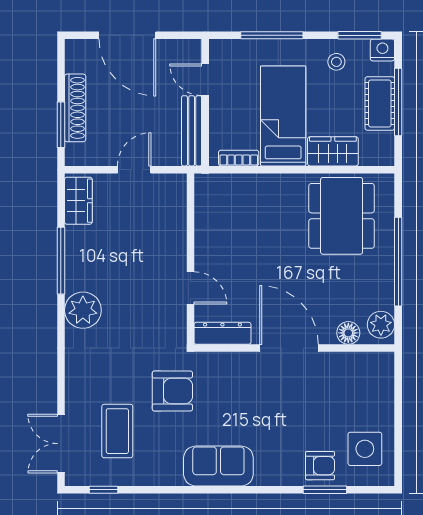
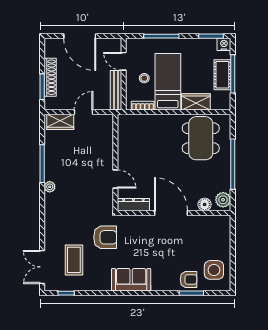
stool: (336, 62) -> (144, 78), moved
wardrobe: (78, 201) -> (60, 122), moved, turned 90
plant: (83, 310) -> (50, 187), width x0.53, depth x0.53

